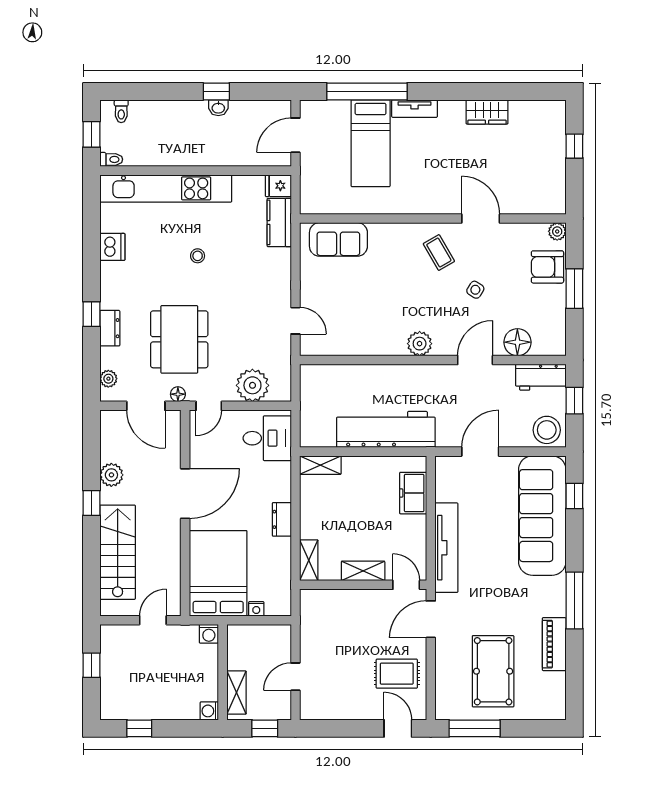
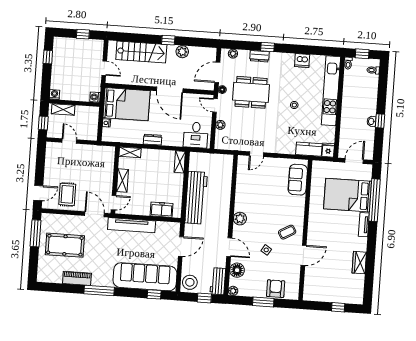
door: (295, 135) -> (354, 161), hinge flipped
bed: (371, 143) -> (348, 195), width x1.50
plant: (557, 231) -> (233, 291), moved
plant: (252, 385) -> (220, 125), width x0.53, depth x0.53
door: (480, 452) -> (181, 246), hinge flipped

